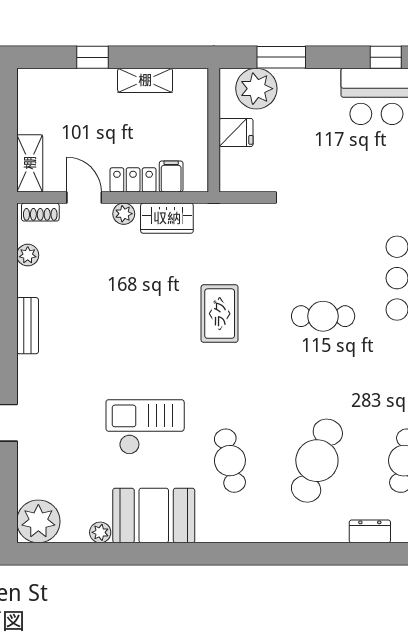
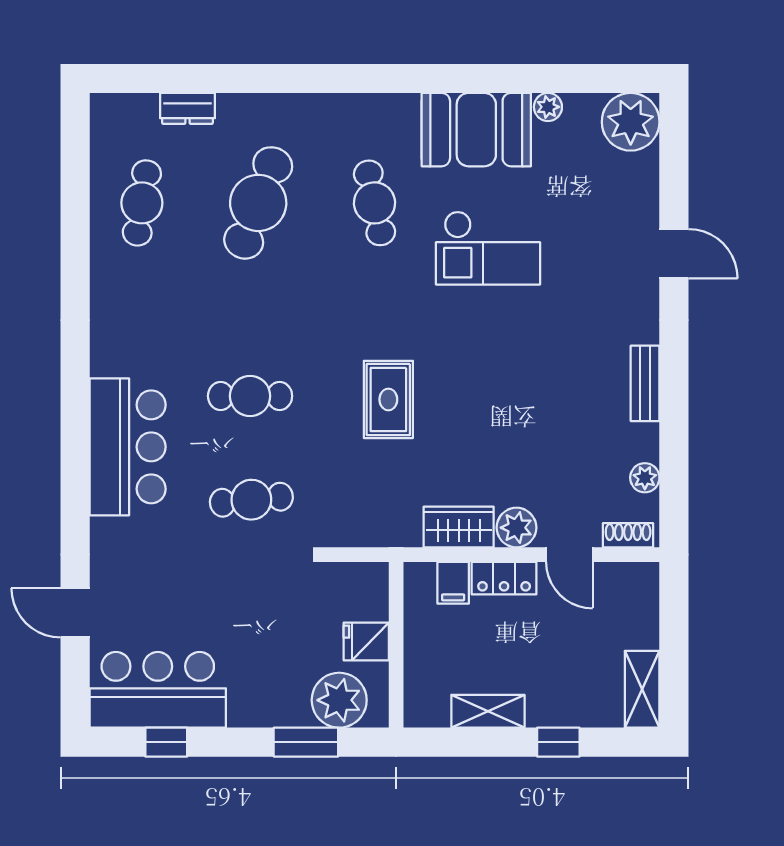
shelving: (30, 163) -> (642, 689), moved
plant: (124, 214) -> (516, 528), width x1.38, depth x1.38
cafe table: (322, 239) -> (251, 500), added

